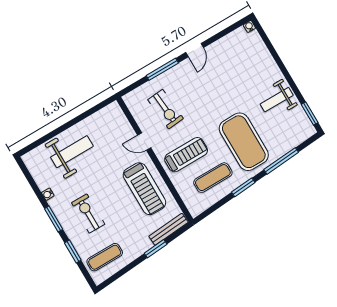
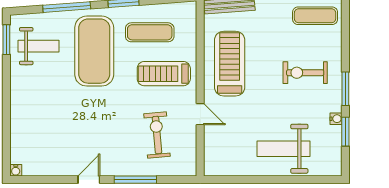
weight bench: (277, 100) -> (38, 46), moved
exercise bike: (88, 213) -> (305, 73), turned 90
window: (73, 252) -> (345, 132), moved

